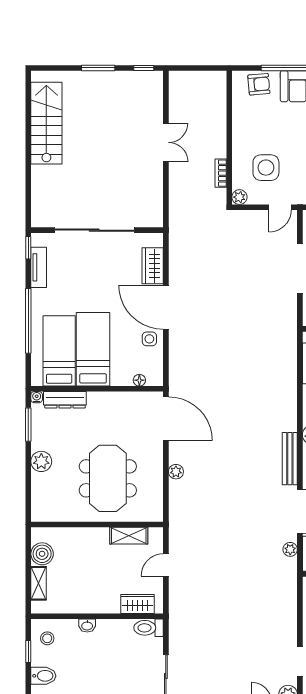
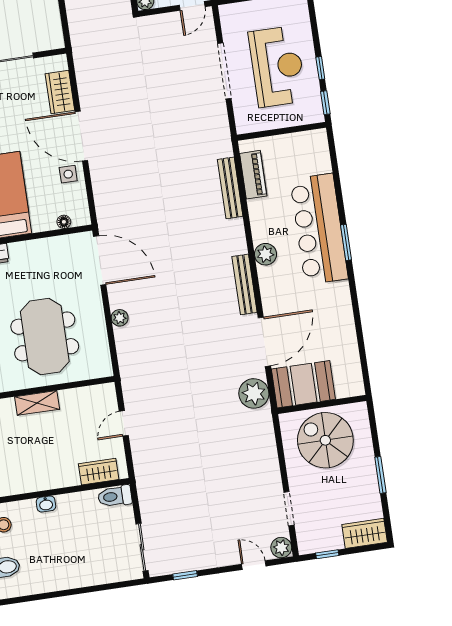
bench: (290, 372) -> (230, 188), added
shelving: (129, 536) -> (37, 403), moved
plant: (290, 549) -> (254, 393), width x1.88, depth x1.88

